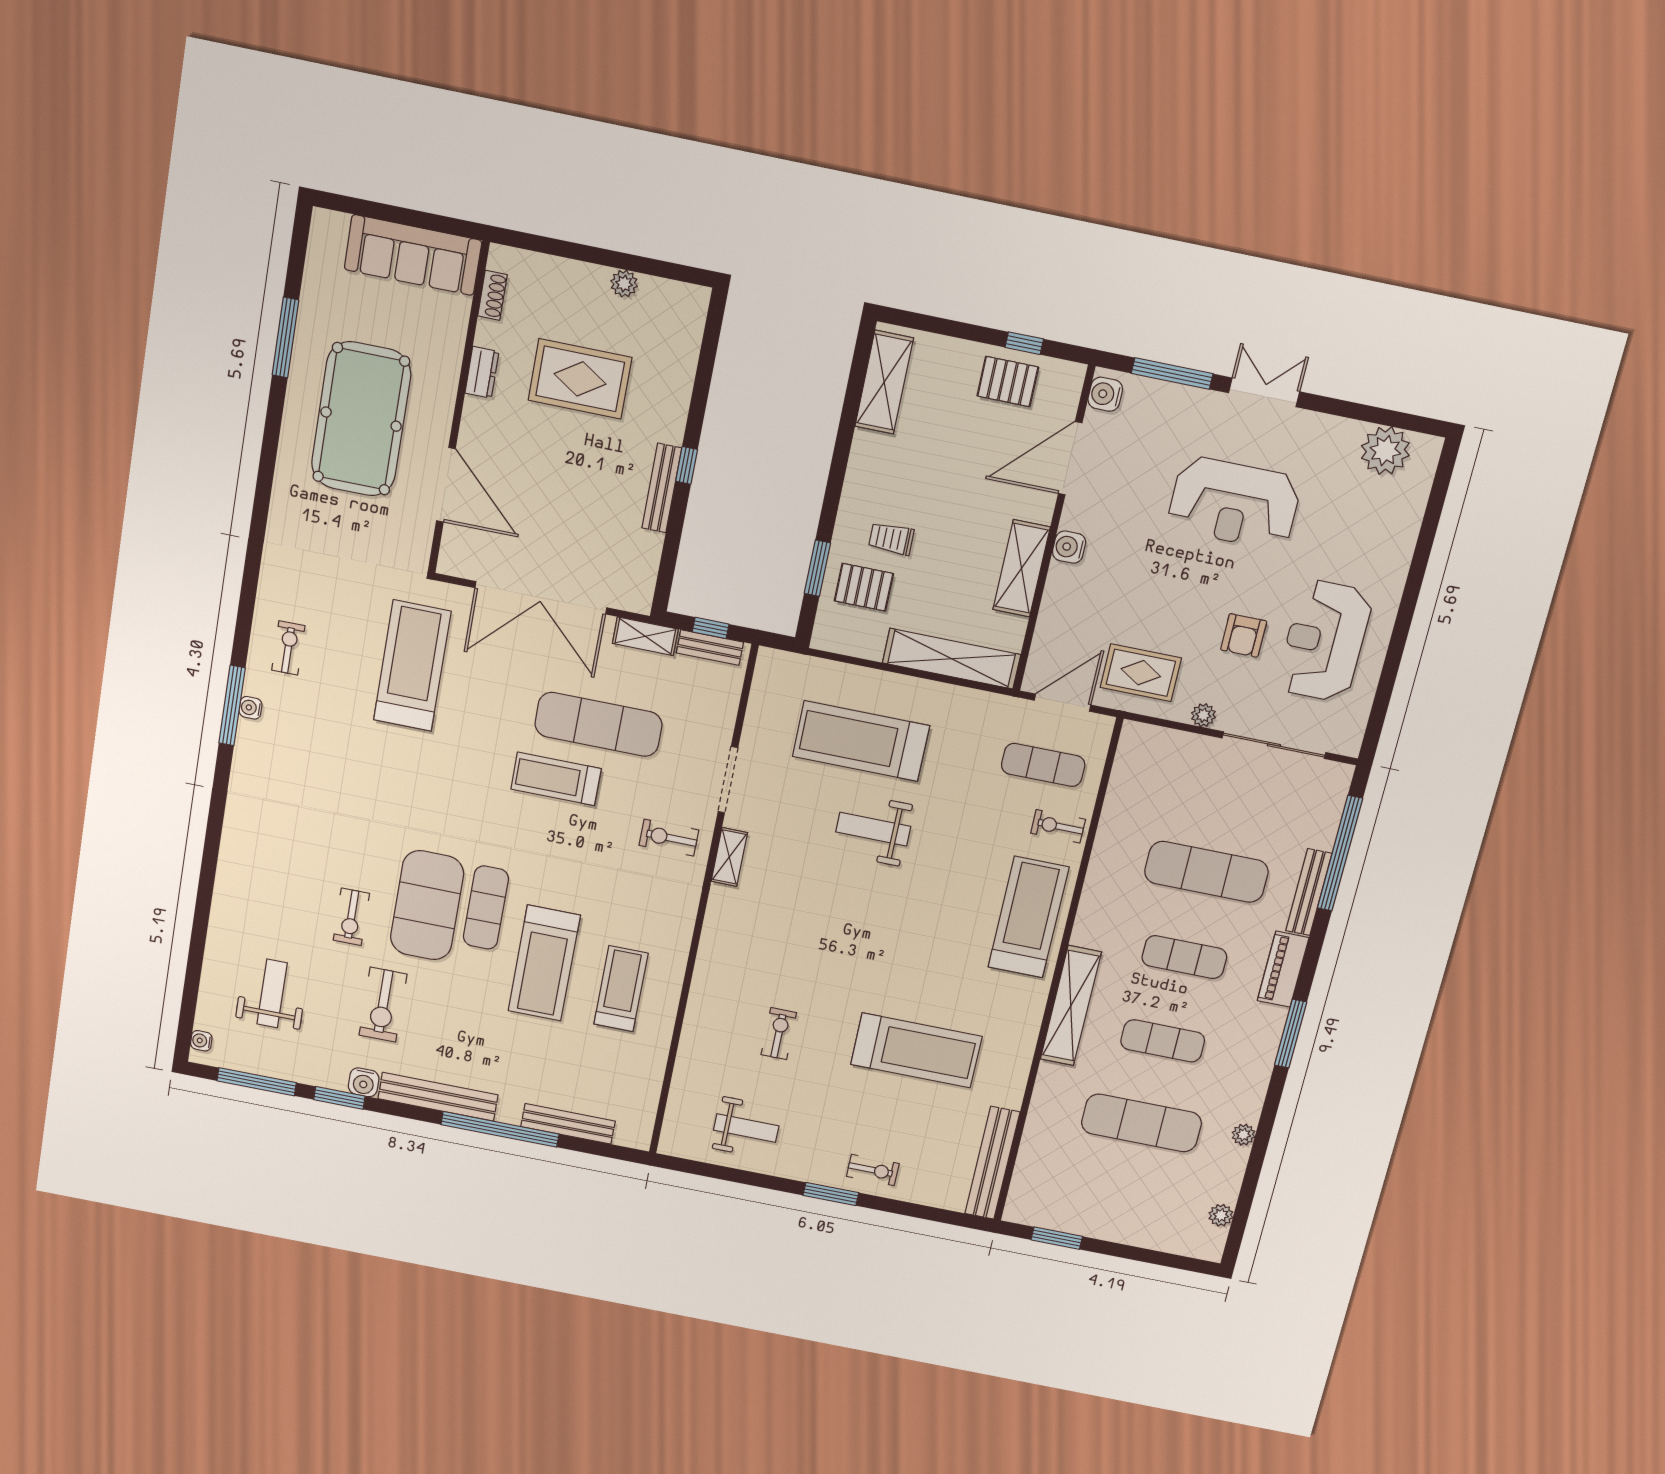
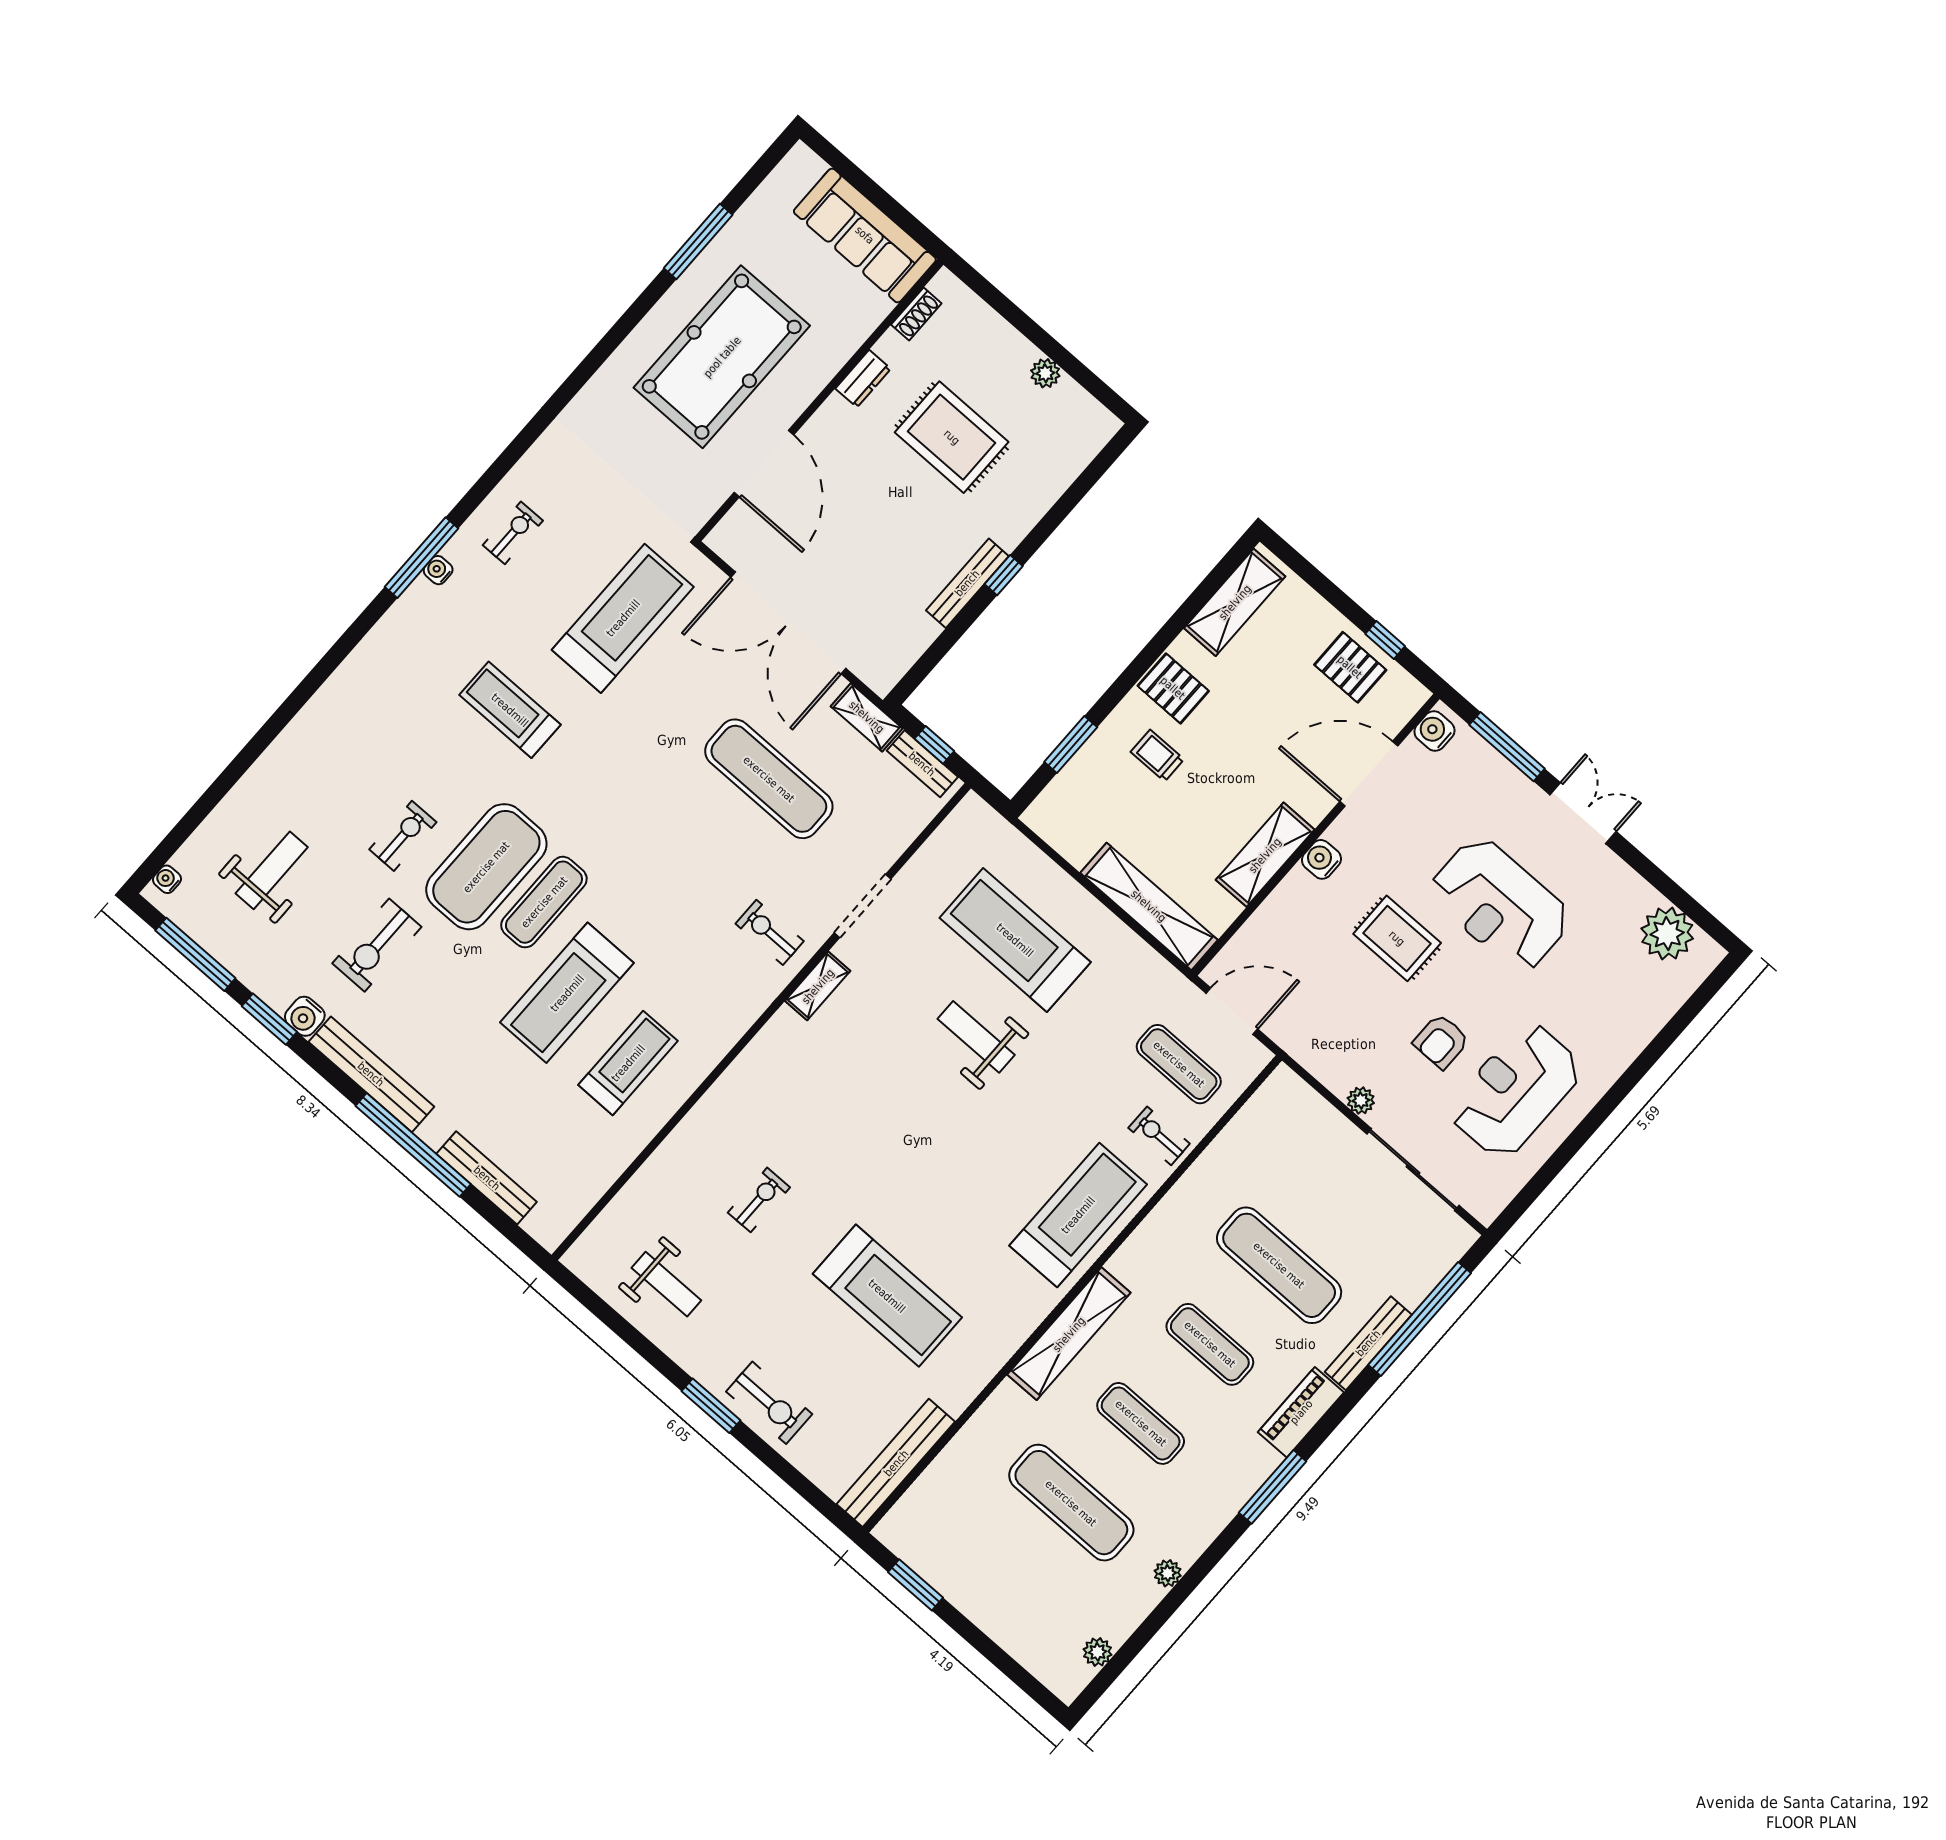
pallet: (864, 587) -> (1173, 688), moved
rug: (1141, 673) -> (1397, 938), moved
treadmill: (556, 779) -> (510, 710), moved
exercise bike: (351, 917) -> (403, 836), turned 180
exercise bike: (873, 1170) -> (769, 1403), width x1.38, depth x1.39

